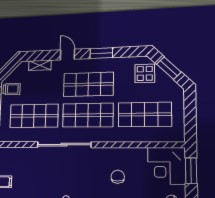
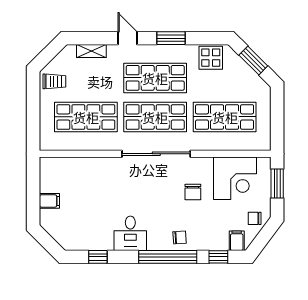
display table: (145, 73) -> (211, 58), moved
sliding door: (64, 145) -> (156, 154), moved
corner desk: (166, 166) -> (235, 178), moved, turned -90
chair: (118, 177) -> (193, 192), turned 180

